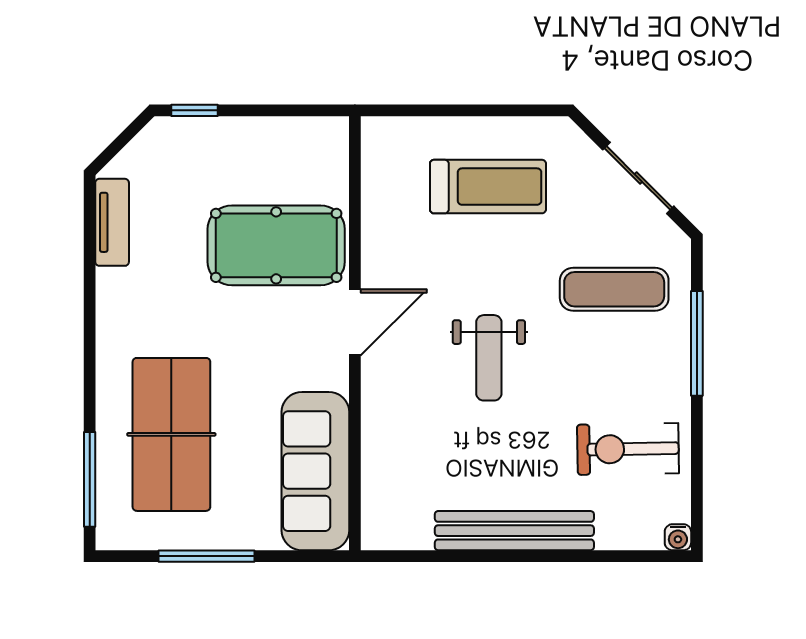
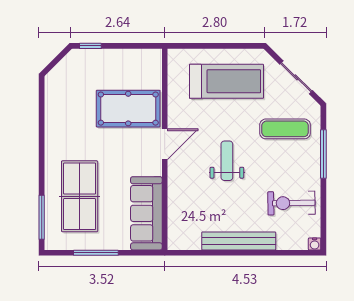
treadmill: (488, 187) -> (226, 81), width x1.37, depth x1.38
tv unit: (112, 222) -> (52, 98), removed
weight bench: (489, 358) -> (227, 161), turned 180

